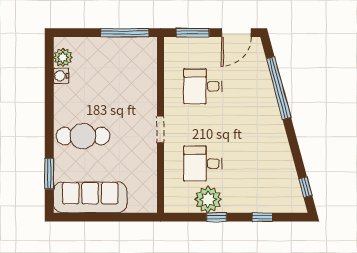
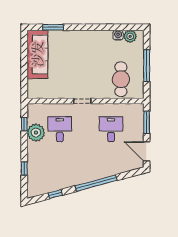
window: (125, 33) -> (147, 66), moved
window: (279, 88) -> (96, 183), moved
cafe table: (83, 136) -> (121, 79), moved
window: (305, 187) -> (55, 194), moved
window: (217, 217) -> (24, 124), moved

